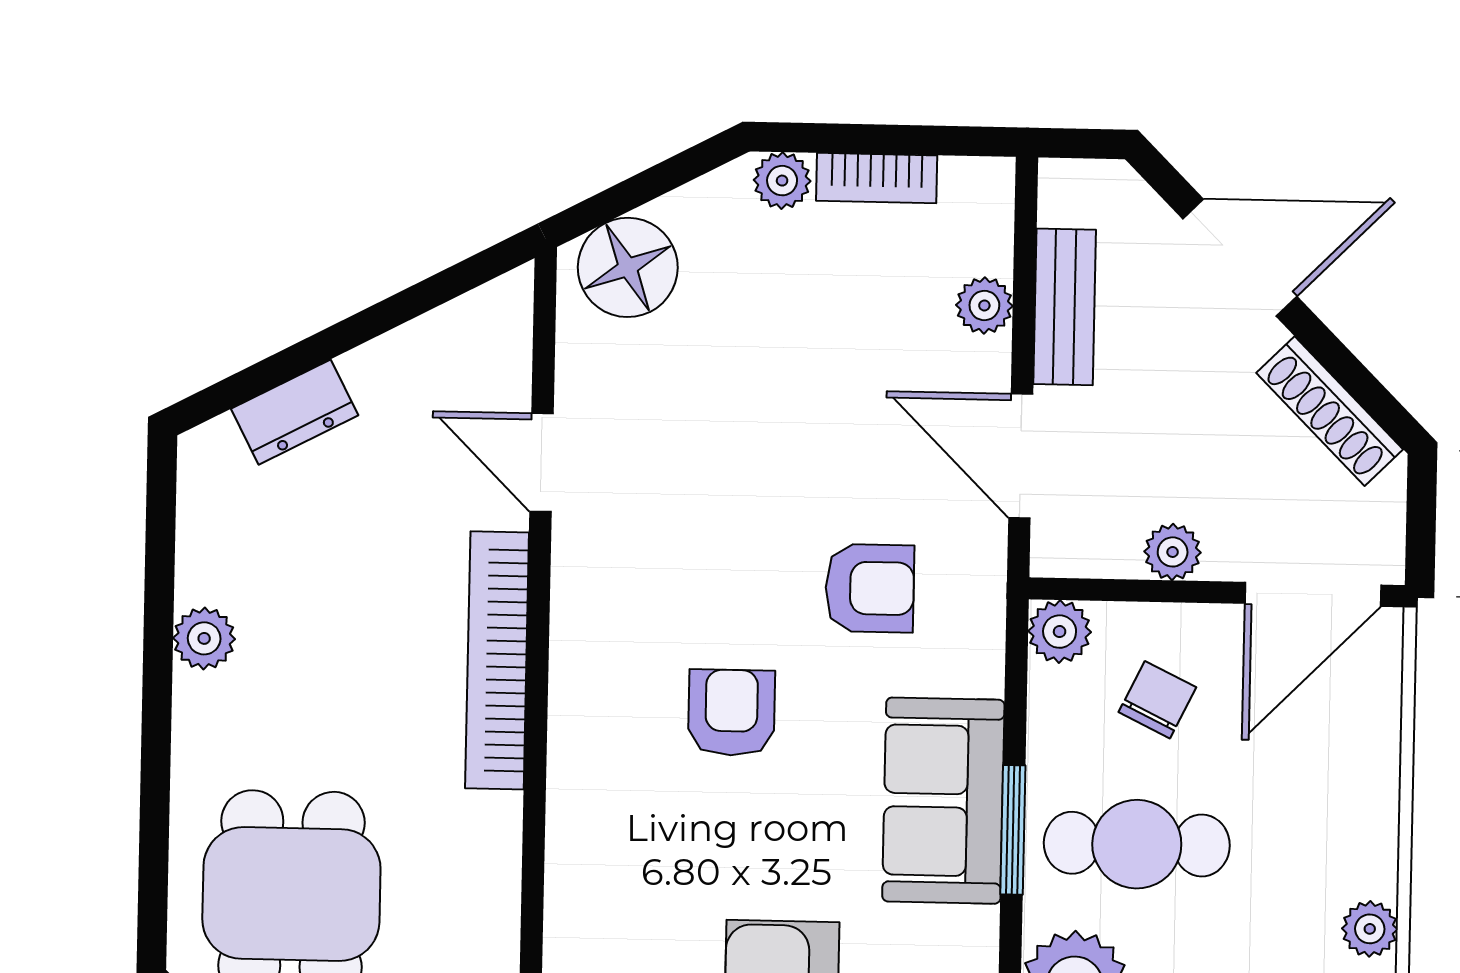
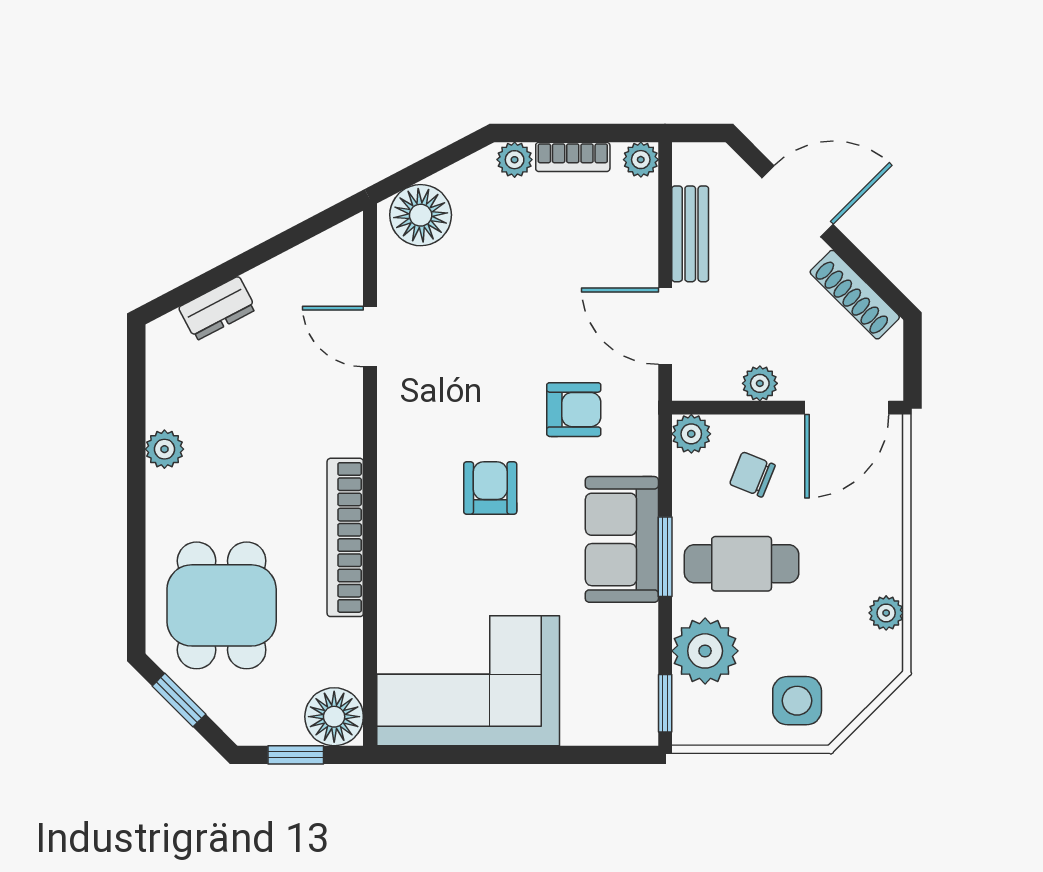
plant: (984, 305) -> (641, 160), moved
bookcase: (497, 660) -> (345, 537), moved
chair: (1157, 700) -> (752, 475), turned -94

